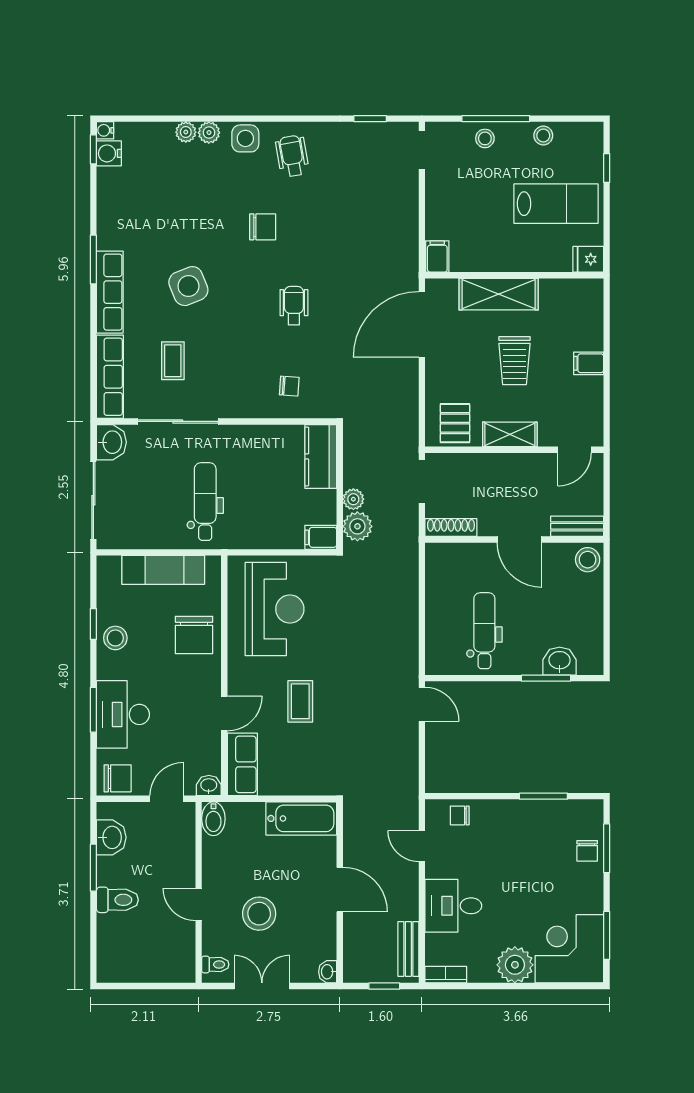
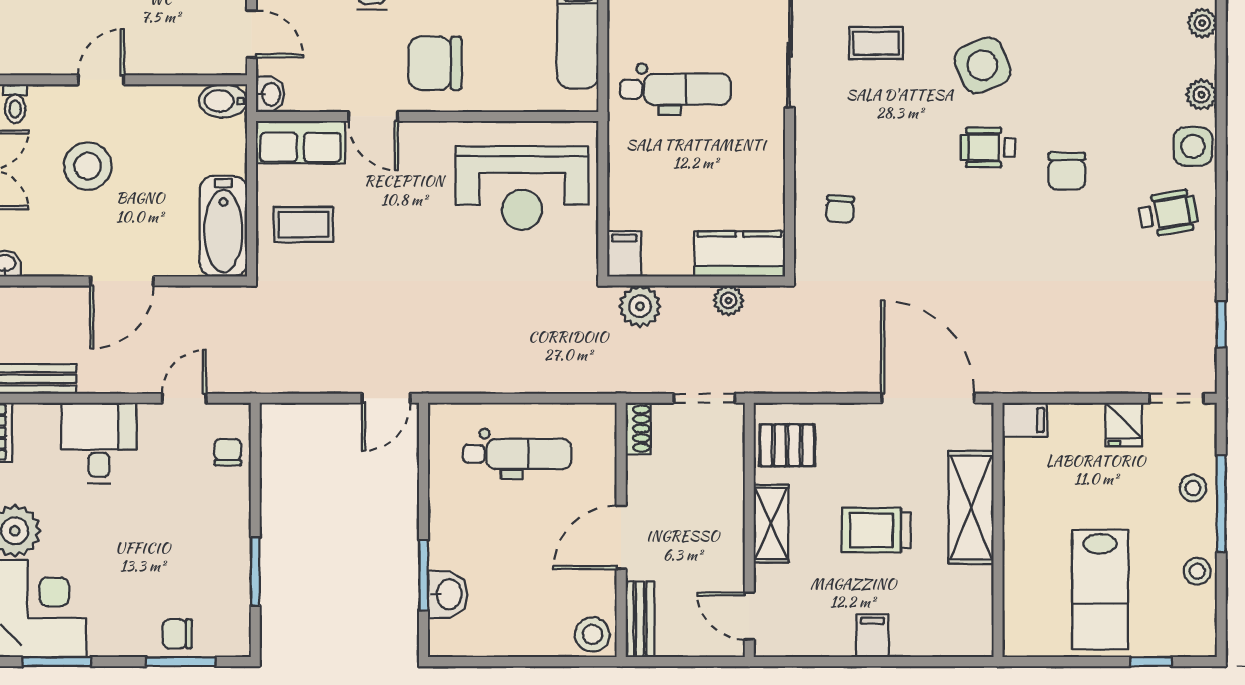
plant: (186, 132) -> (1202, 23), moved
fridge: (588, 259) -> (1124, 424), moved, turned 180
wheelchair: (294, 306) -> (988, 147), moved, turned 180
plant: (353, 499) -> (728, 300), moved
shoe rack: (451, 528) -> (638, 429), width x0.70
dental chair: (484, 631) -> (517, 454), moved
chair: (194, 635) -> (435, 63), moved
coffee table: (300, 701) -> (303, 225), moved

